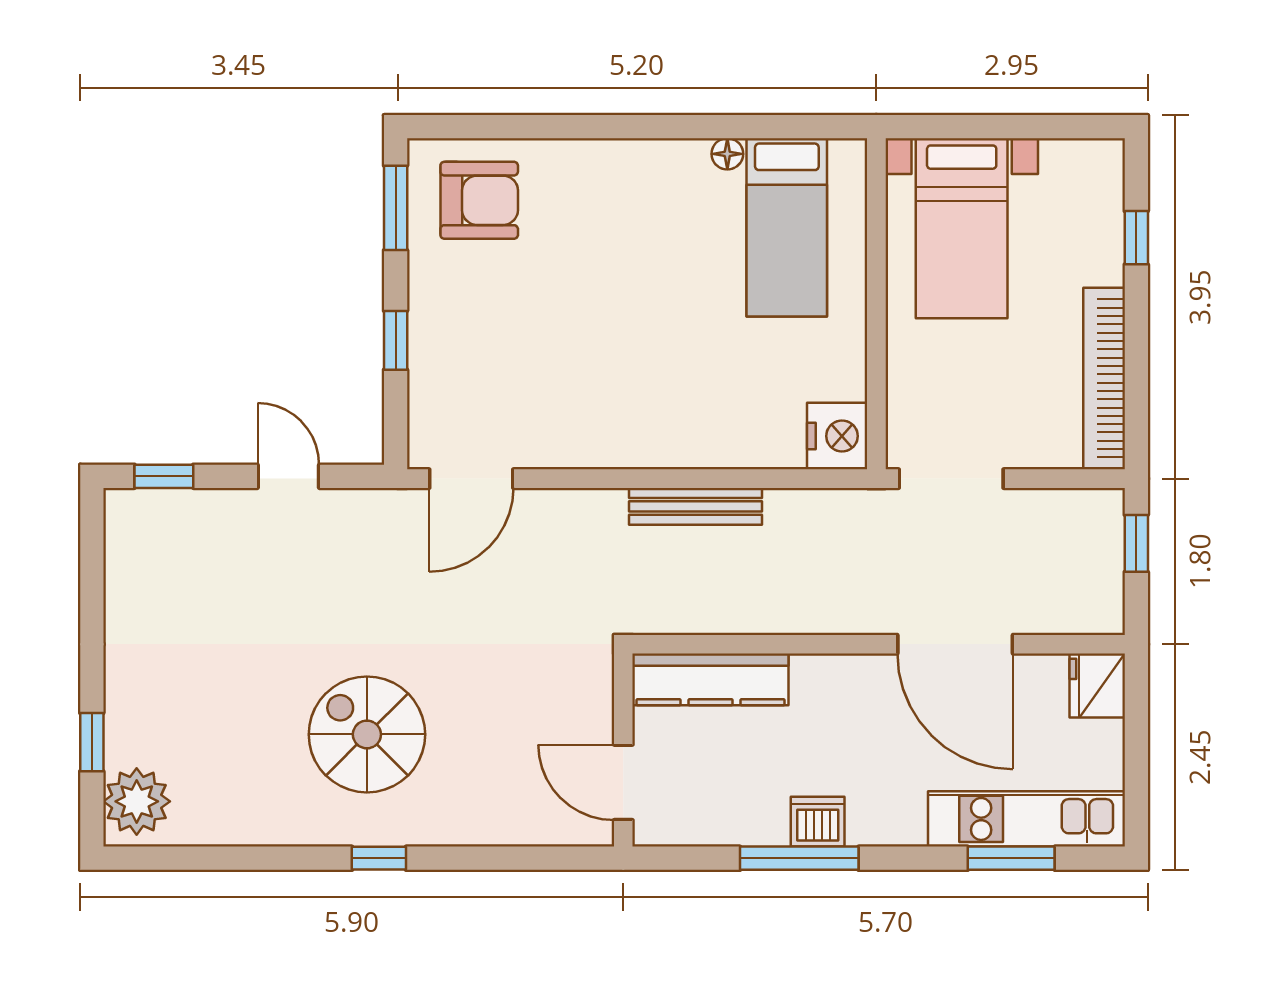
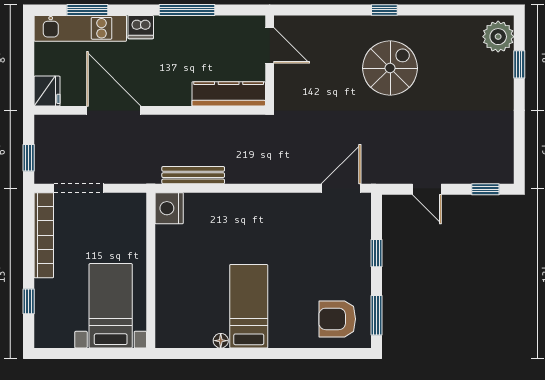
bed: (787, 227) -> (249, 306), moved
doorway: (951, 479) -> (78, 188), moved
bench: (696, 506) -> (193, 175), moved
spiral stairs: (367, 734) -> (390, 68), turned -90
dishwasher: (818, 822) -> (141, 27), moved

